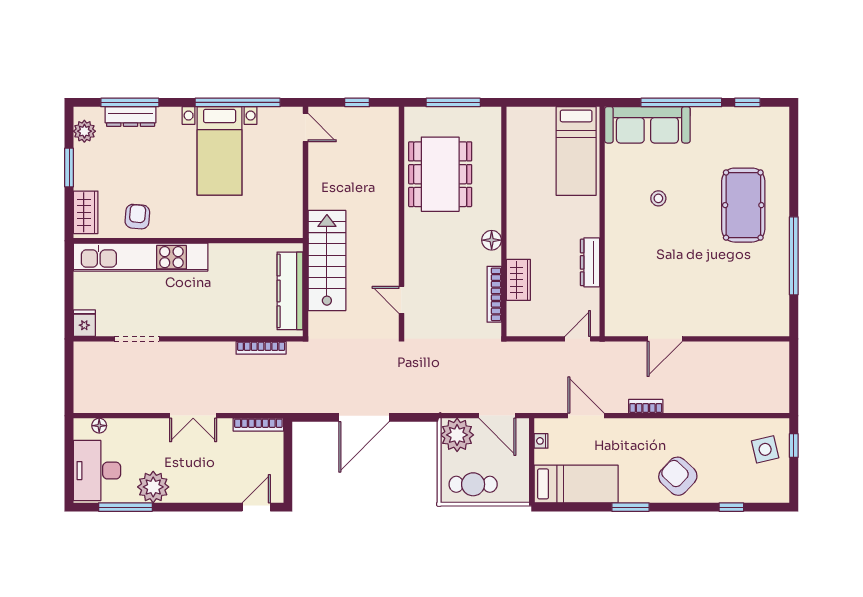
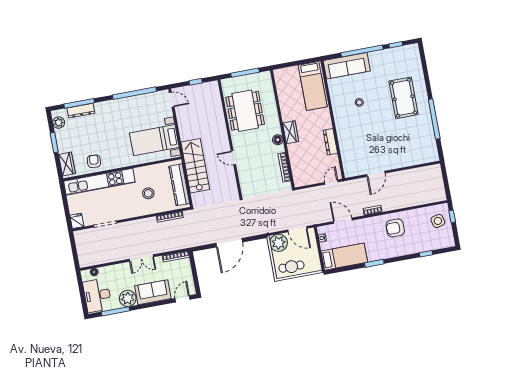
bed with nightstands: (220, 151) -> (154, 140), moved, turned 90
wardrobe: (518, 280) -> (291, 132), moved
stool: (229, 296) -> (148, 193), added
door: (401, 300) -> (233, 158), moved
armchair: (678, 476) -> (395, 228), moved, turned -43
sofa: (203, 484) -> (153, 292), added

